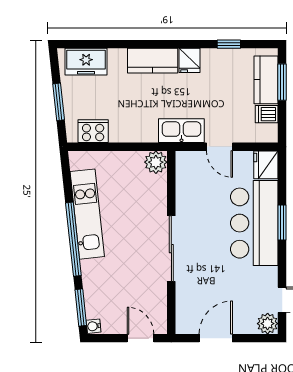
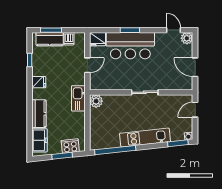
kitchen counter: (153, 61) -> (39, 114), moved
cooker: (93, 131) -> (70, 146), moved, turned 84
kitchen sink: (181, 131) -> (78, 98), moved
kitchen unit: (87, 214) -> (145, 138), moved
window: (73, 239) -> (115, 150), moved
sliding door: (171, 249) -> (145, 92), width x0.73

